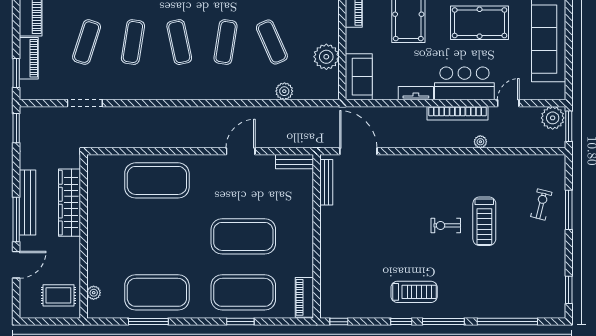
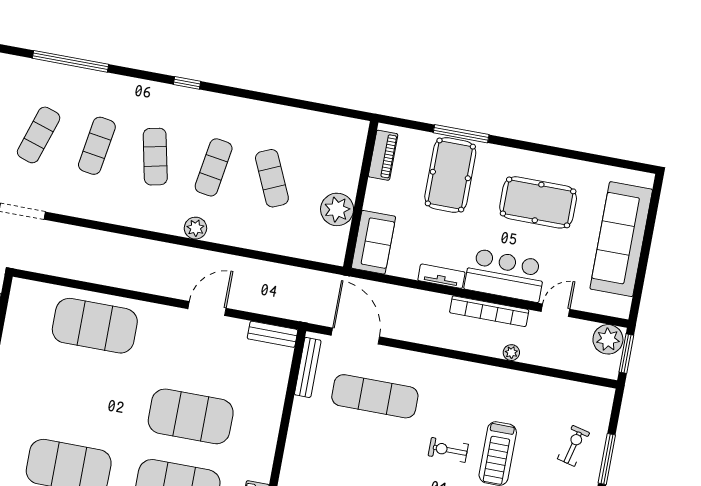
plant: (284, 91) -> (195, 228), moved
exercise mat: (382, 195) -> (375, 396), added

